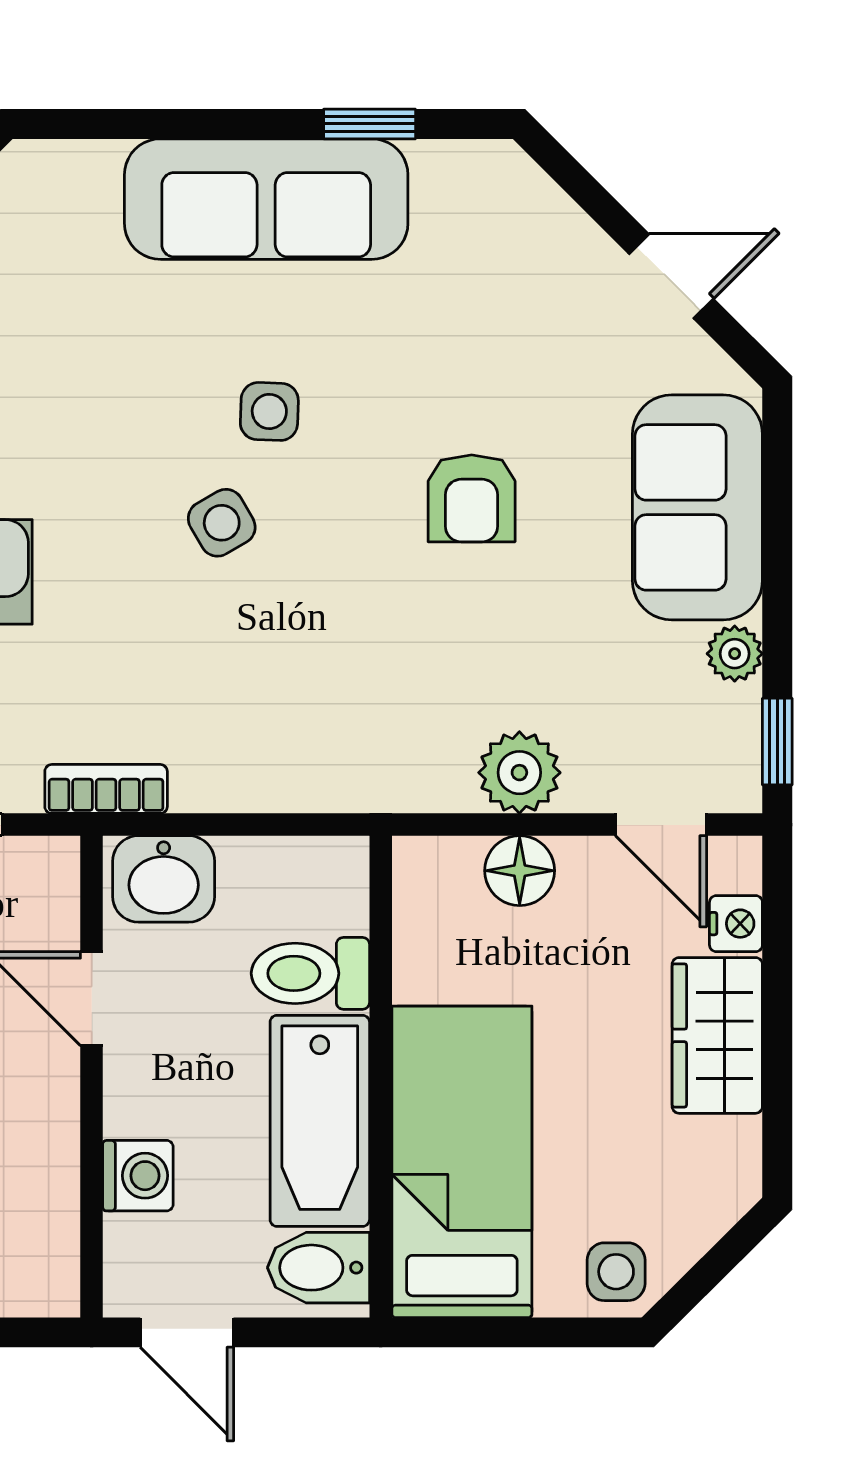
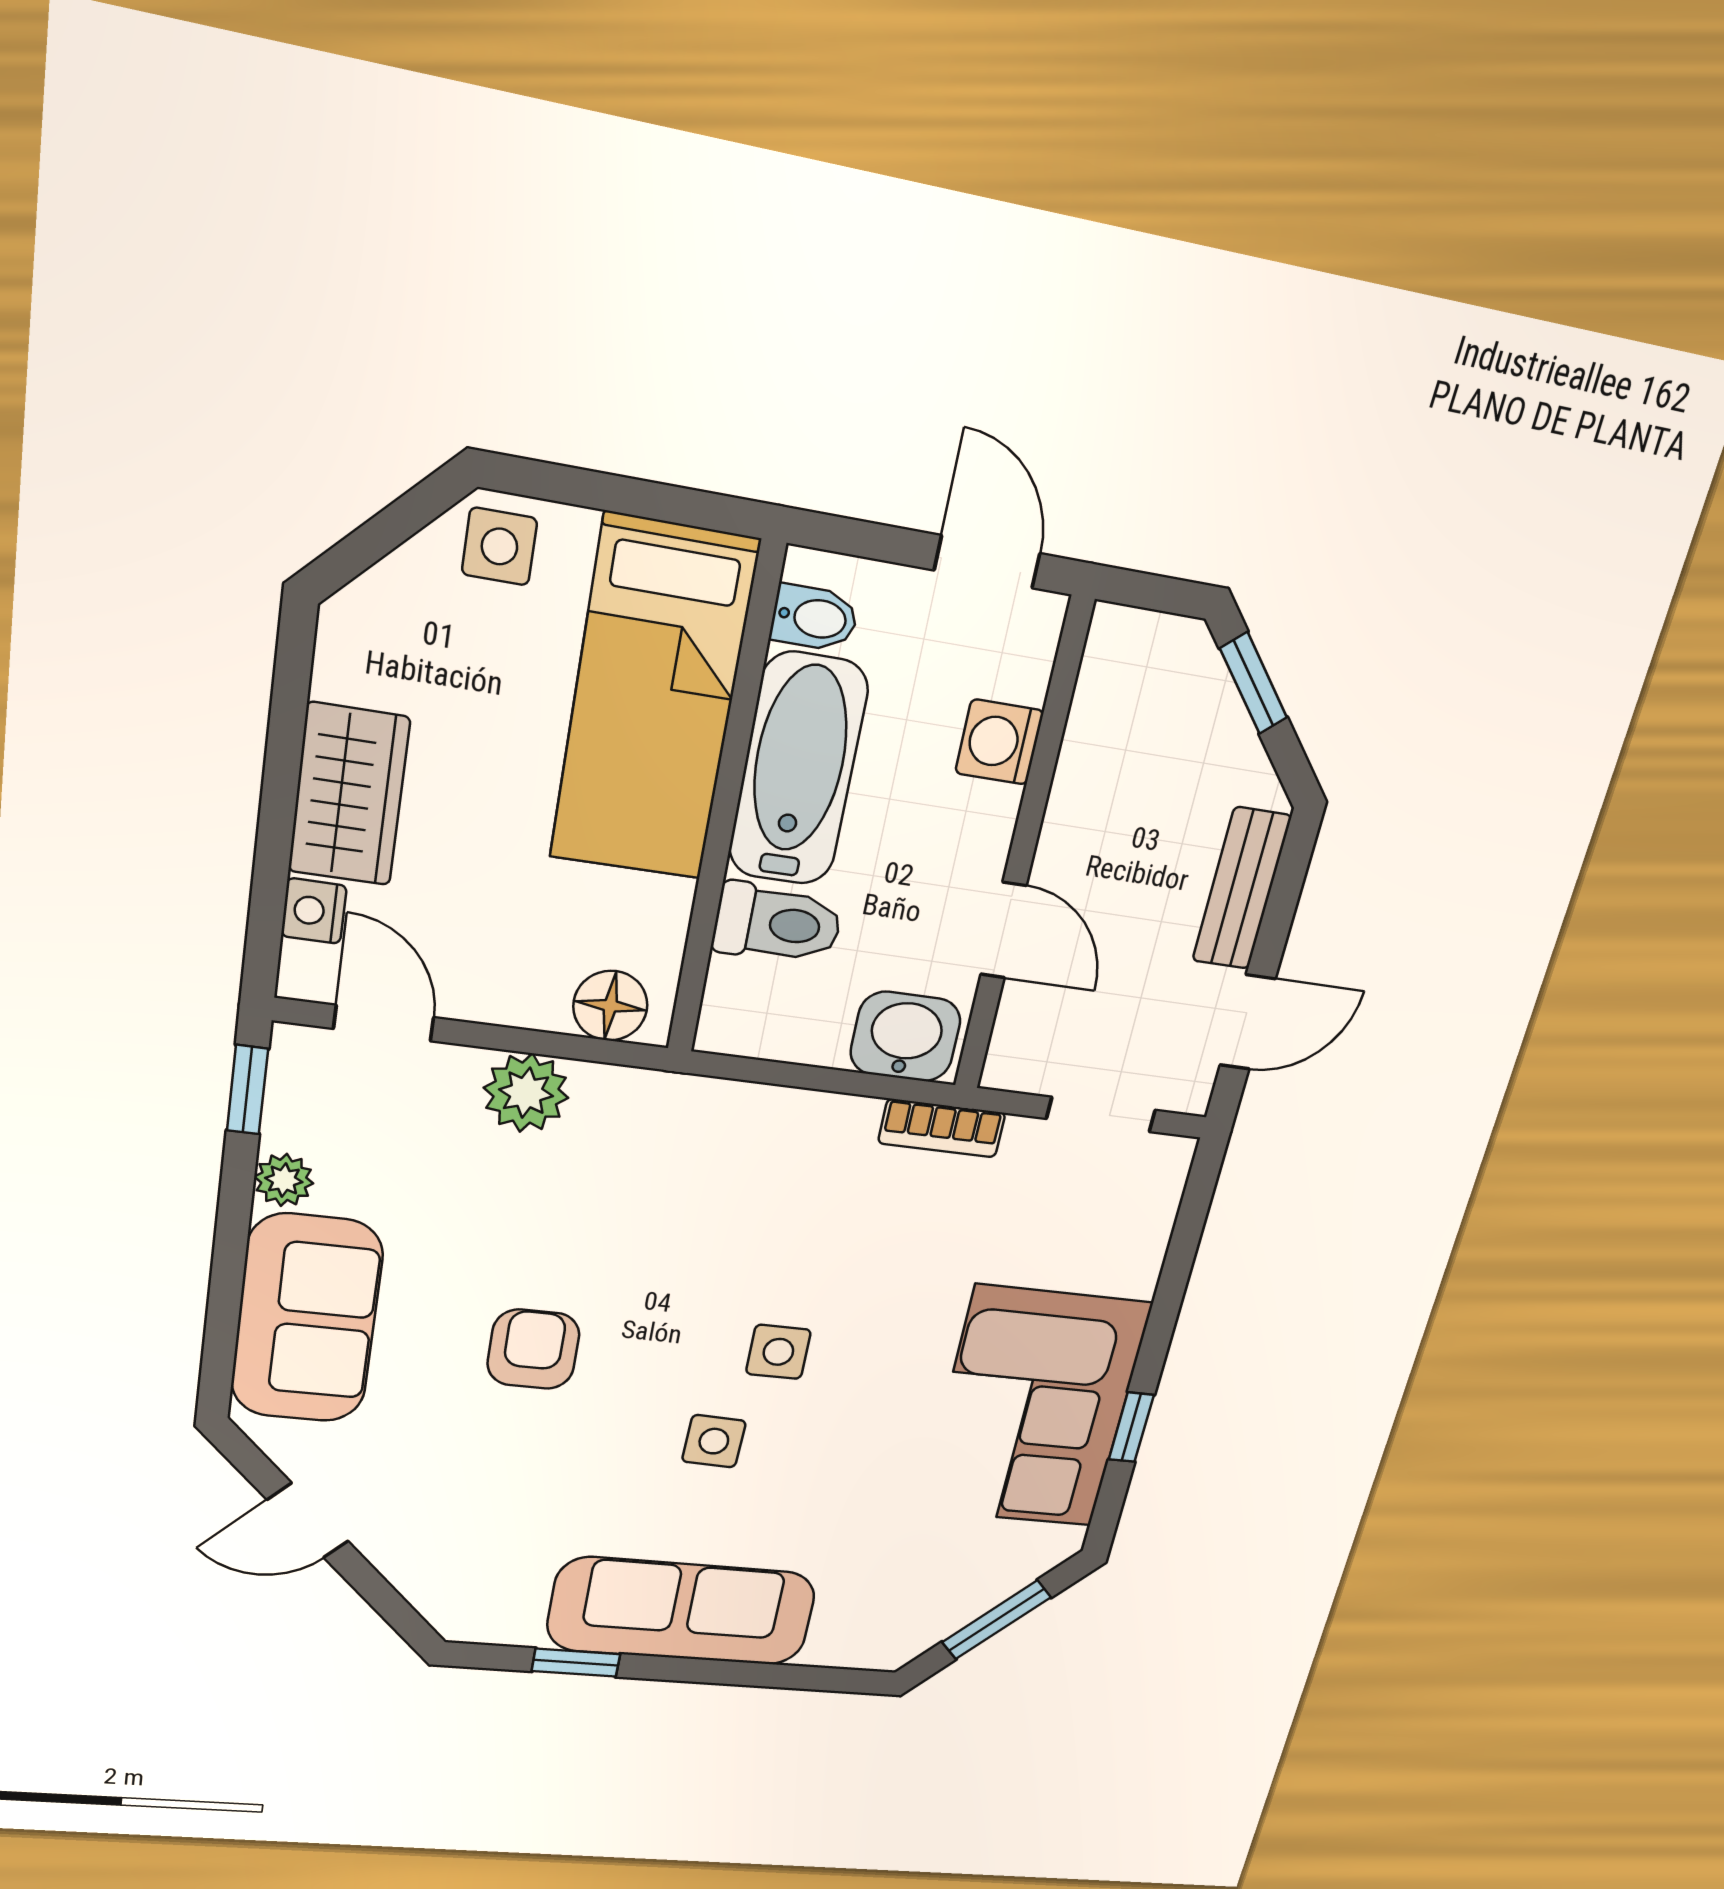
side table: (222, 523) -> (778, 1352), turned 30
floor lamp: (520, 871) -> (610, 1006), moved
bidet: (318, 1268) -> (814, 618), width x0.72, depth x0.74

